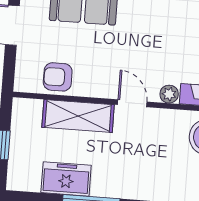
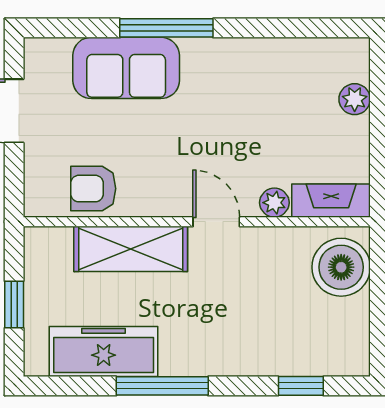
freezer: (66, 179) -> (104, 351), width x1.40

